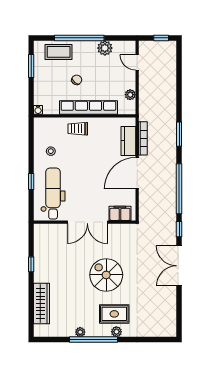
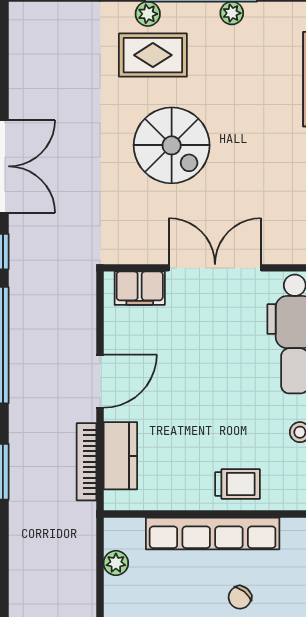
door: (137, 173) -> (100, 381), width x0.73

